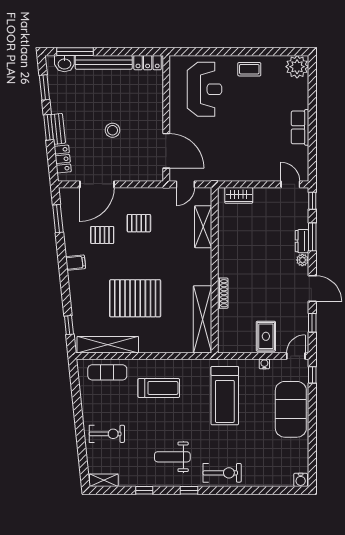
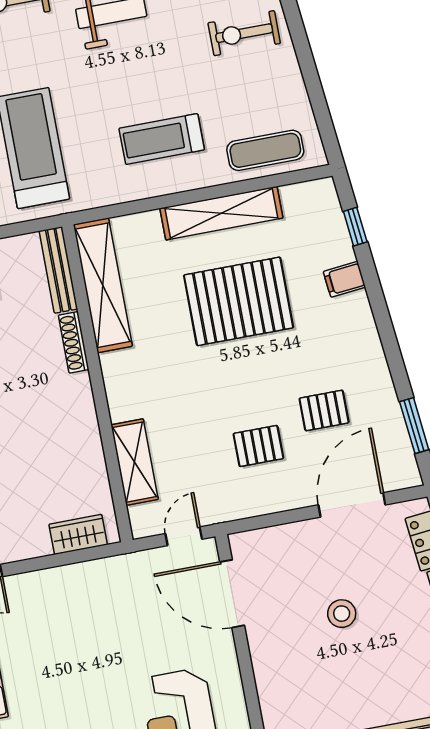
filing cabinet: (76, 263) -> (344, 279), moved
bench: (224, 331) -> (58, 270), added
shelving: (108, 345) -> (221, 213), moved

